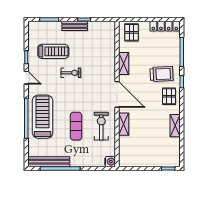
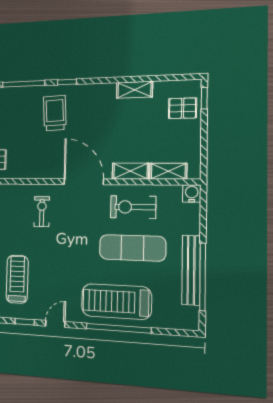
shelving: (124, 63) -> (168, 171), moved
exercise bike: (71, 73) -> (42, 212), moved
door: (117, 94) -> (84, 182), hinge flipped
pallet: (169, 96) -> (183, 108), moved
exercise mat: (76, 126) -> (132, 248), width x1.36, depth x1.45
bench: (49, 162) -> (191, 270), moved

